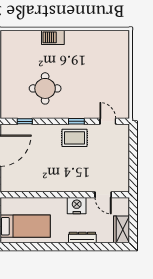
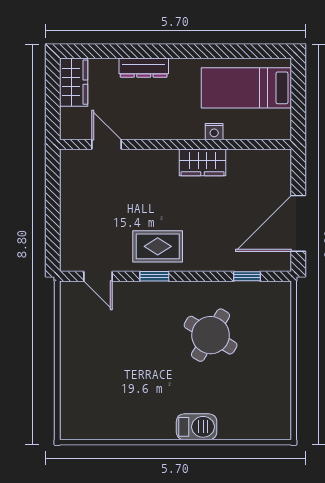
round table: (45, 88) -> (211, 335), turned 31
wardrobe: (50, 185) -> (202, 162), added
nightstand: (77, 206) -> (214, 132), moved, width x0.53, depth x0.56

